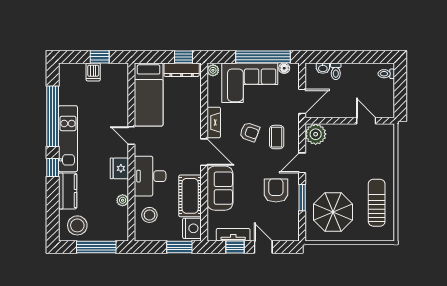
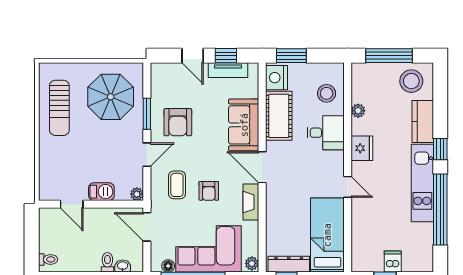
door: (302, 101) -> (147, 227), hinge flipped
barbecue: (341, 131) -> (101, 192), added
armchair: (250, 132) -> (209, 191), turned -110
plant: (316, 134) -> (137, 194), width x0.53, depth x0.53
desk: (150, 176) -> (326, 133), width x0.73

